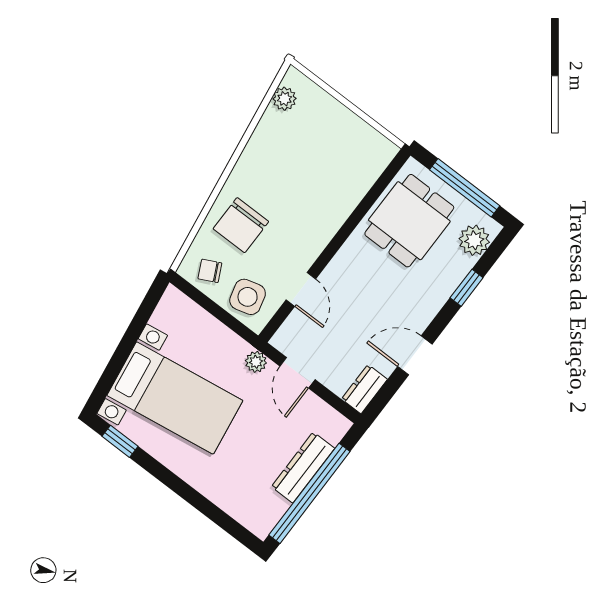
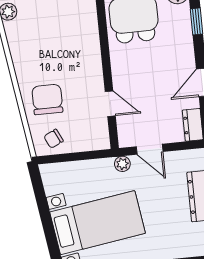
chair: (241, 225) -> (47, 99), turned 180
side table: (248, 297) -> (86, 134), removed

